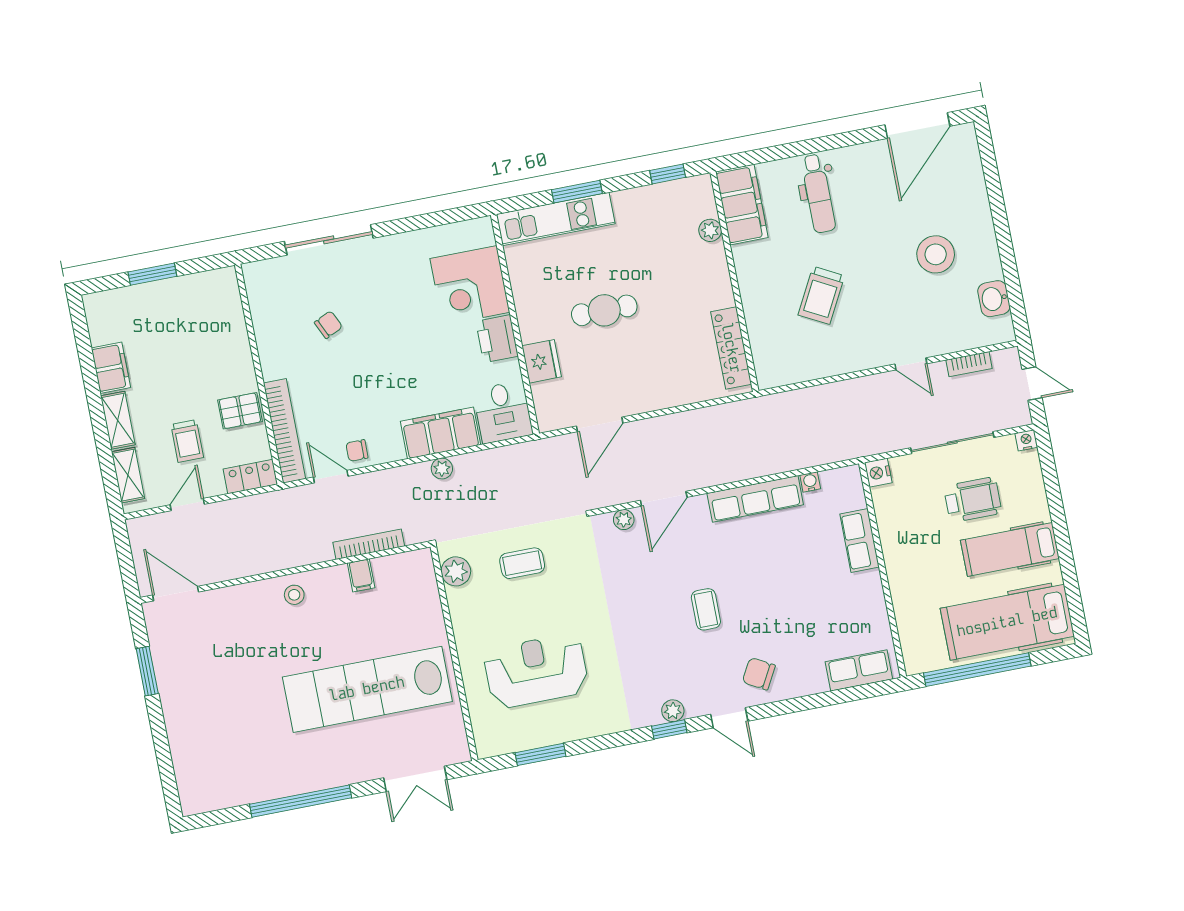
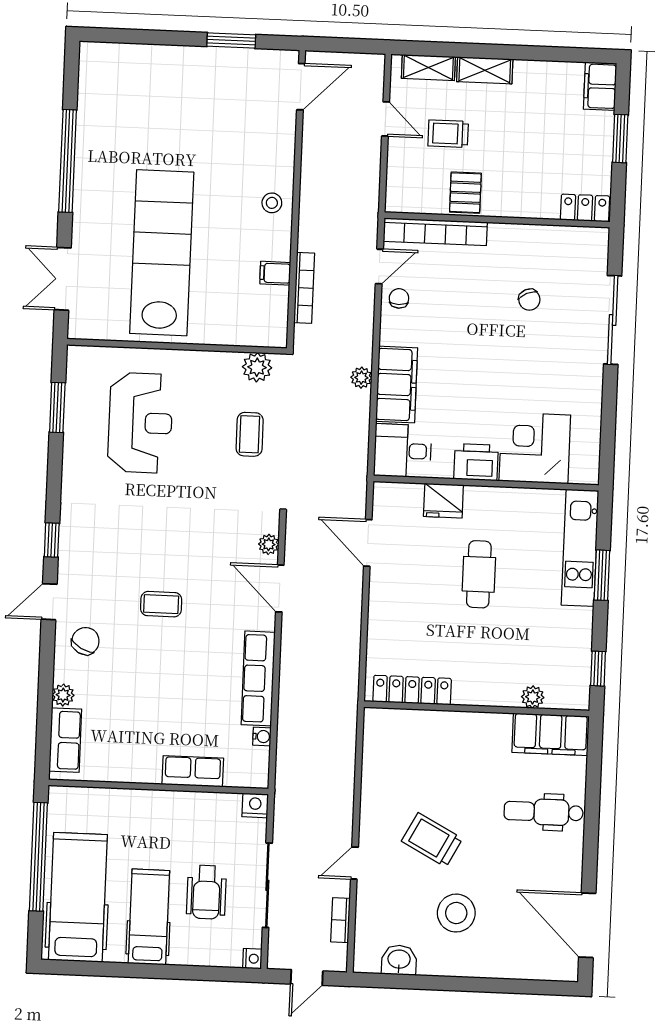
trolley: (821, 295) -> (432, 840), moved
filing cabinet: (111, 368) -> (600, 86), moved, turned 90
locker: (250, 477) -> (585, 208), moved, turned -90
plant: (673, 711) -> (63, 695), moved

